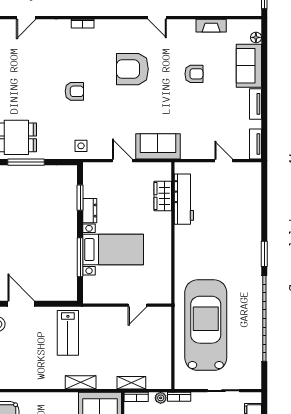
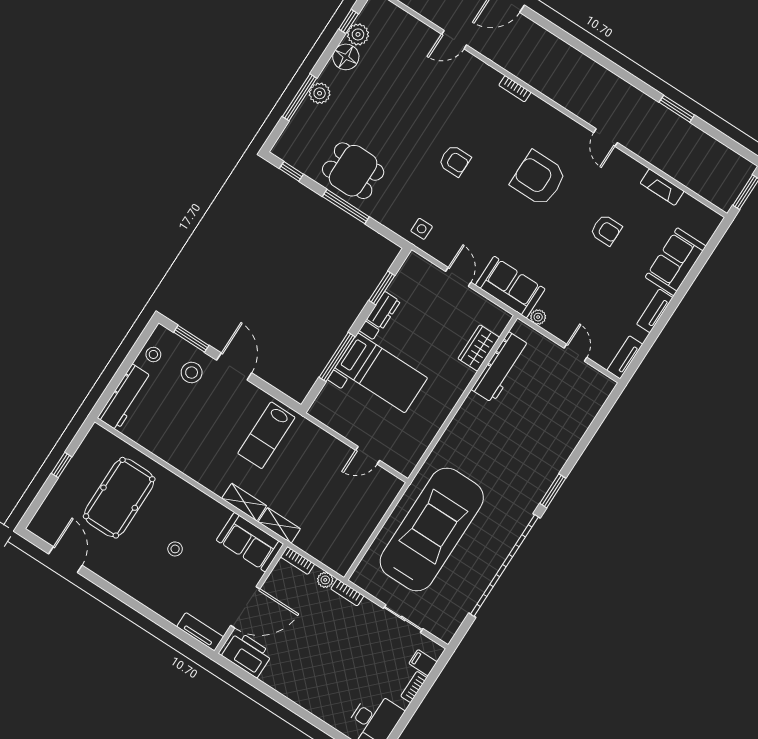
floor lamp: (256, 37) -> (705, 234), removed
plant: (187, 154) -> (538, 317), added
shelving: (131, 383) -> (279, 525), moved

